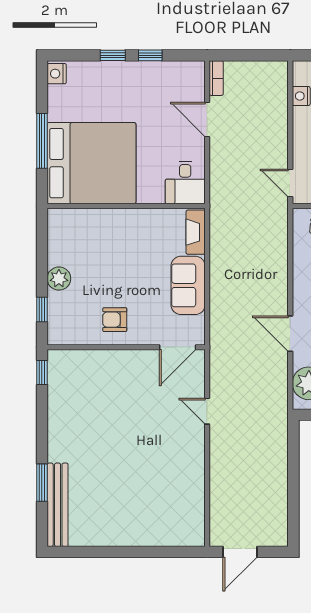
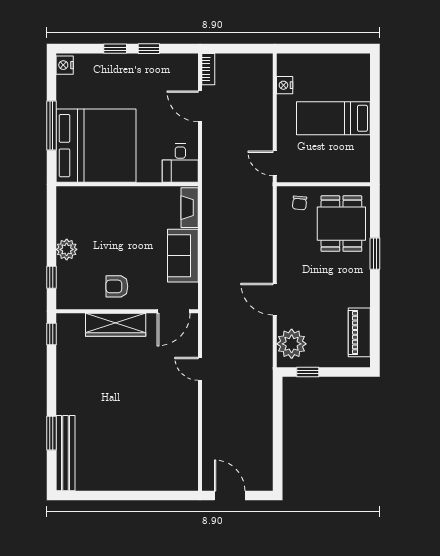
wardrobe: (113, 362) -> (116, 325), added
door: (240, 552) -> (230, 495), swing flipped

